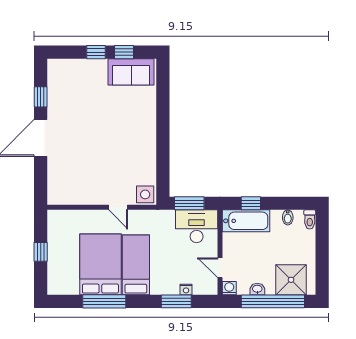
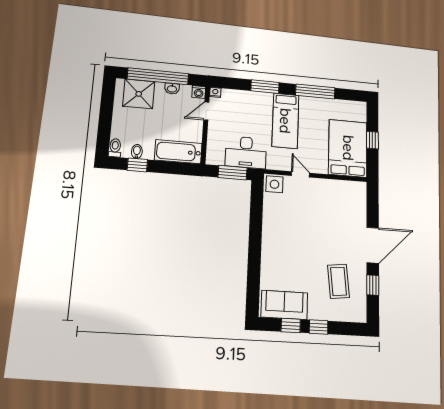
coffee table: (76, 99) -> (338, 281), added
window: (251, 203) -> (137, 165), moved
desk: (197, 226) -> (246, 152), moved
bed: (100, 264) -> (348, 148), moved, turned 180
door: (220, 268) -> (206, 111), swing flipped
nightstand: (186, 290) -> (215, 92), moved
window: (176, 301) -> (265, 87), moved

